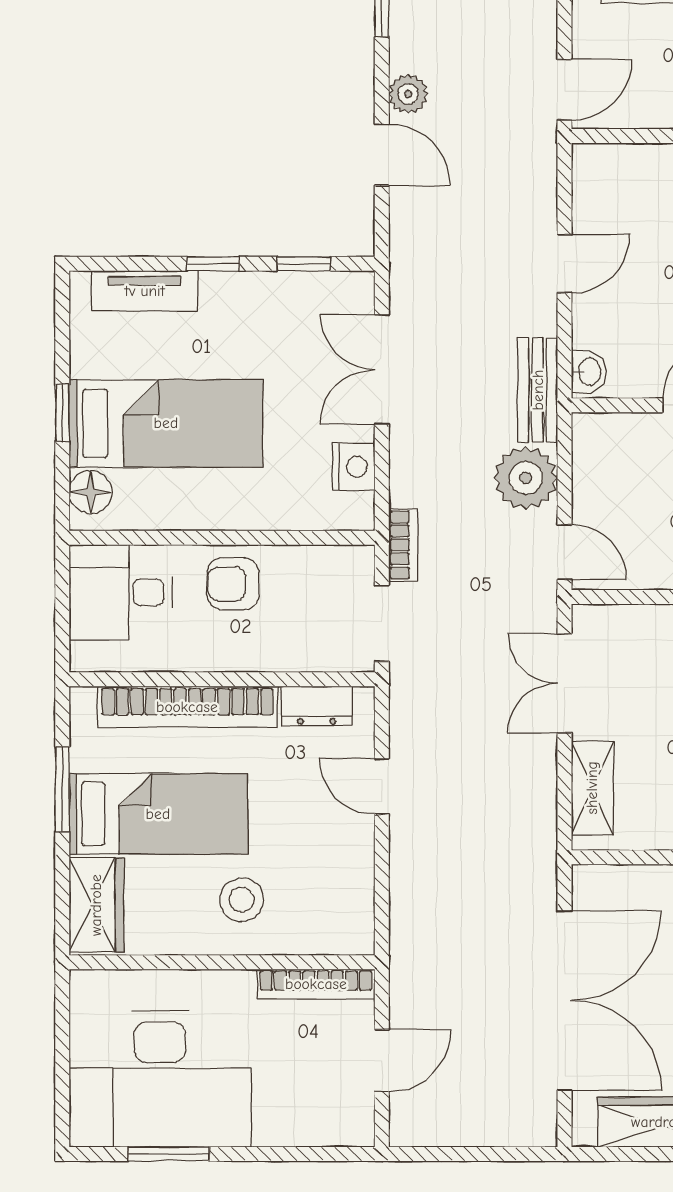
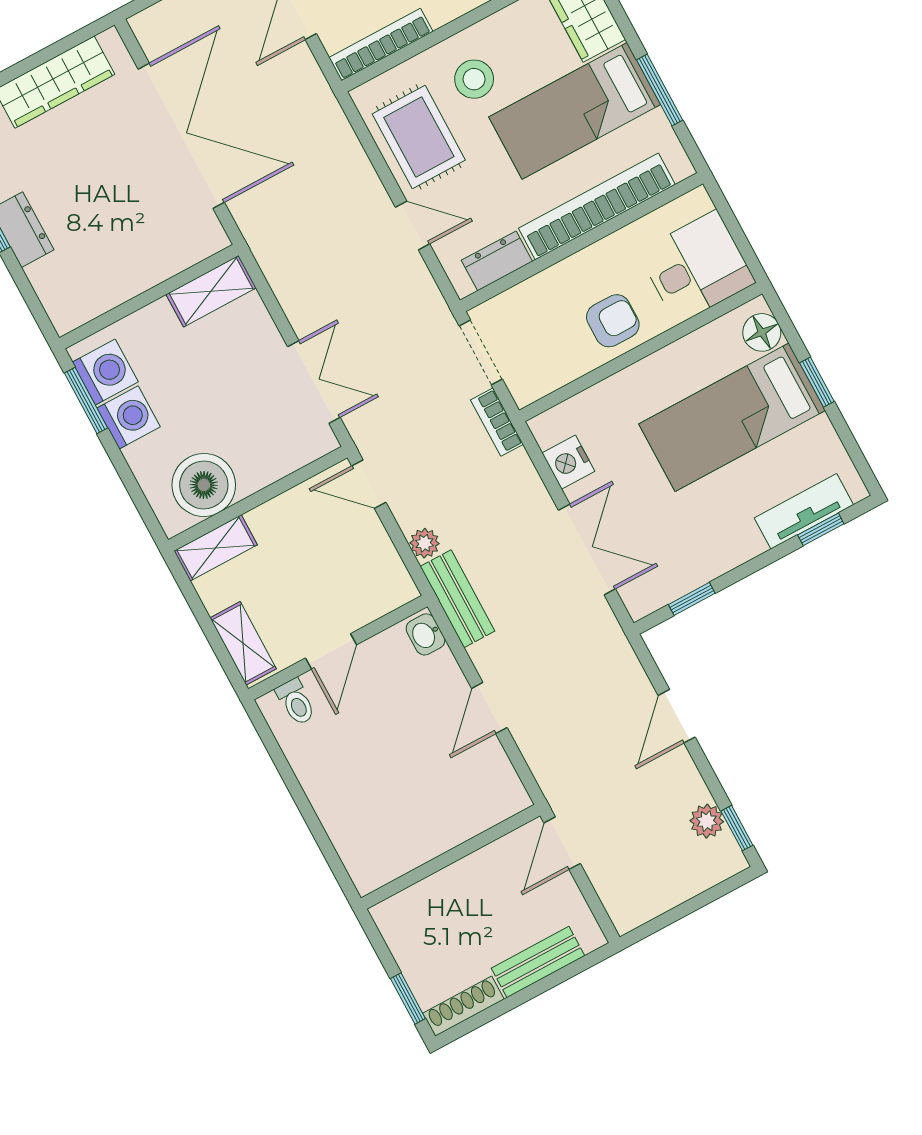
plant: (408, 94) -> (707, 821), moved
door: (382, 155) -> (677, 716), hinge flipped
window: (213, 264) -> (821, 529), moved
plant: (526, 478) -> (425, 543), width x0.53, depth x0.53
shelving: (592, 788) -> (211, 291), moved, turned 90
rug: (328, 872) -> (419, 137), added
double door: (564, 1001) -> (181, 136), swing flipped

